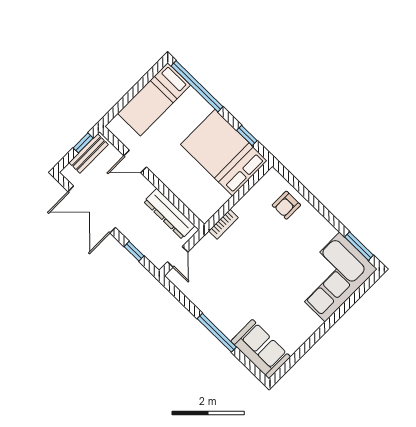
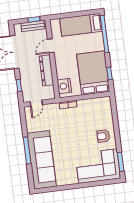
door: (135, 161) -> (51, 46), hinge flipped
nightstand: (198, 203) -> (64, 86), added
armchair: (286, 205) -> (103, 136), moved
dresser: (169, 214) -> (46, 70), moved
sofa: (261, 349) -> (42, 160), width x1.85, depth x1.27

